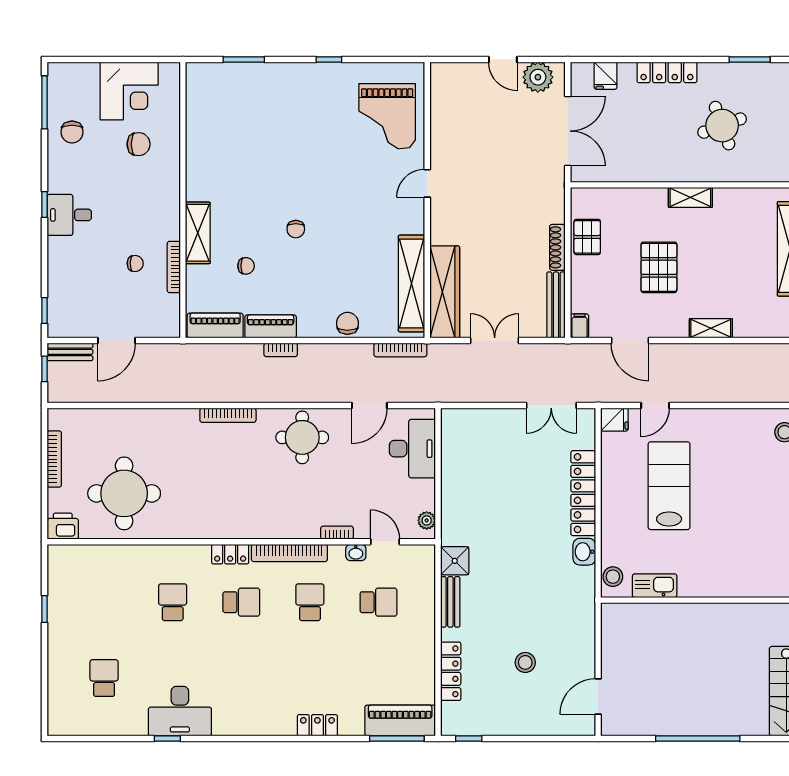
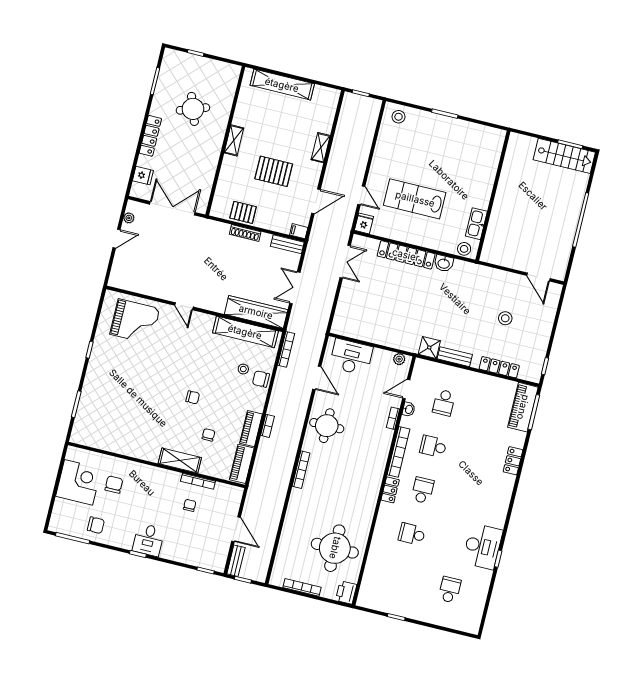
plant: (538, 77) -> (129, 218), width x0.53, depth x0.53
stool: (356, 294) -> (243, 369), added
bench: (556, 305) -> (287, 244), width x0.73
school desk: (379, 602) -> (444, 403), turned 180
school desk: (104, 678) -> (450, 590), turned 90

